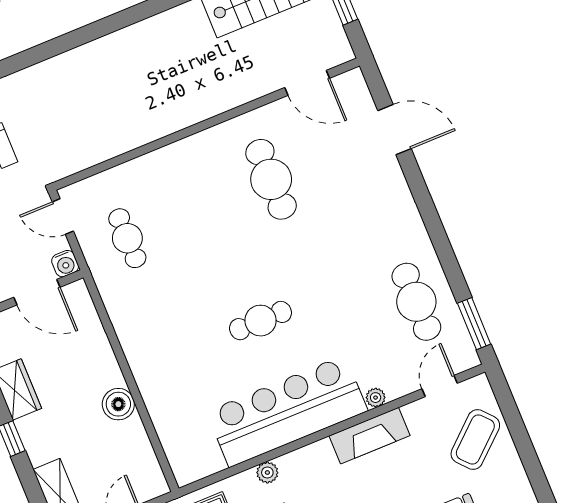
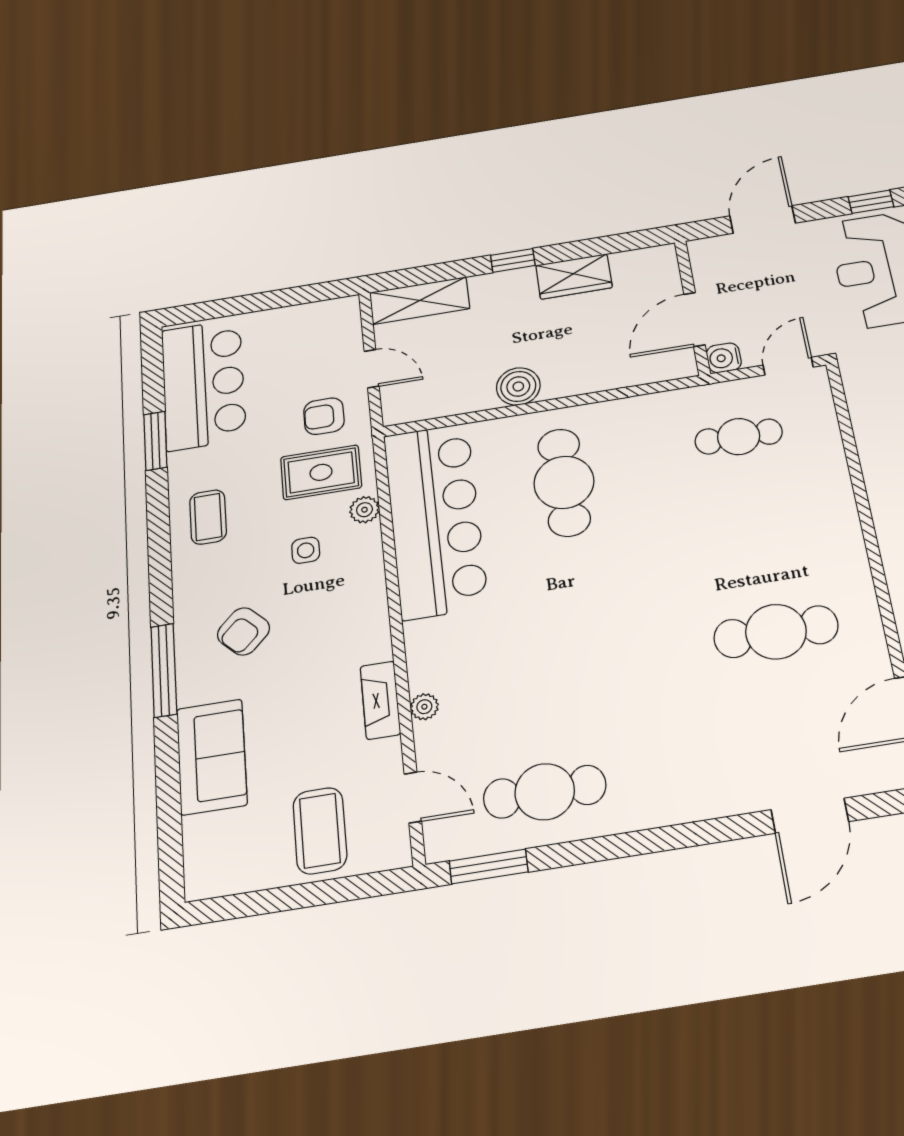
cafe table: (261, 321) -> (564, 482), moved, width x1.37, depth x1.35
bar counter: (287, 411) -> (435, 520), moved
fireplace: (369, 436) -> (380, 700), width x0.73, depth x0.76
coffee table: (475, 440) -> (320, 831), turned 42
plant: (267, 473) -> (364, 510), moved

